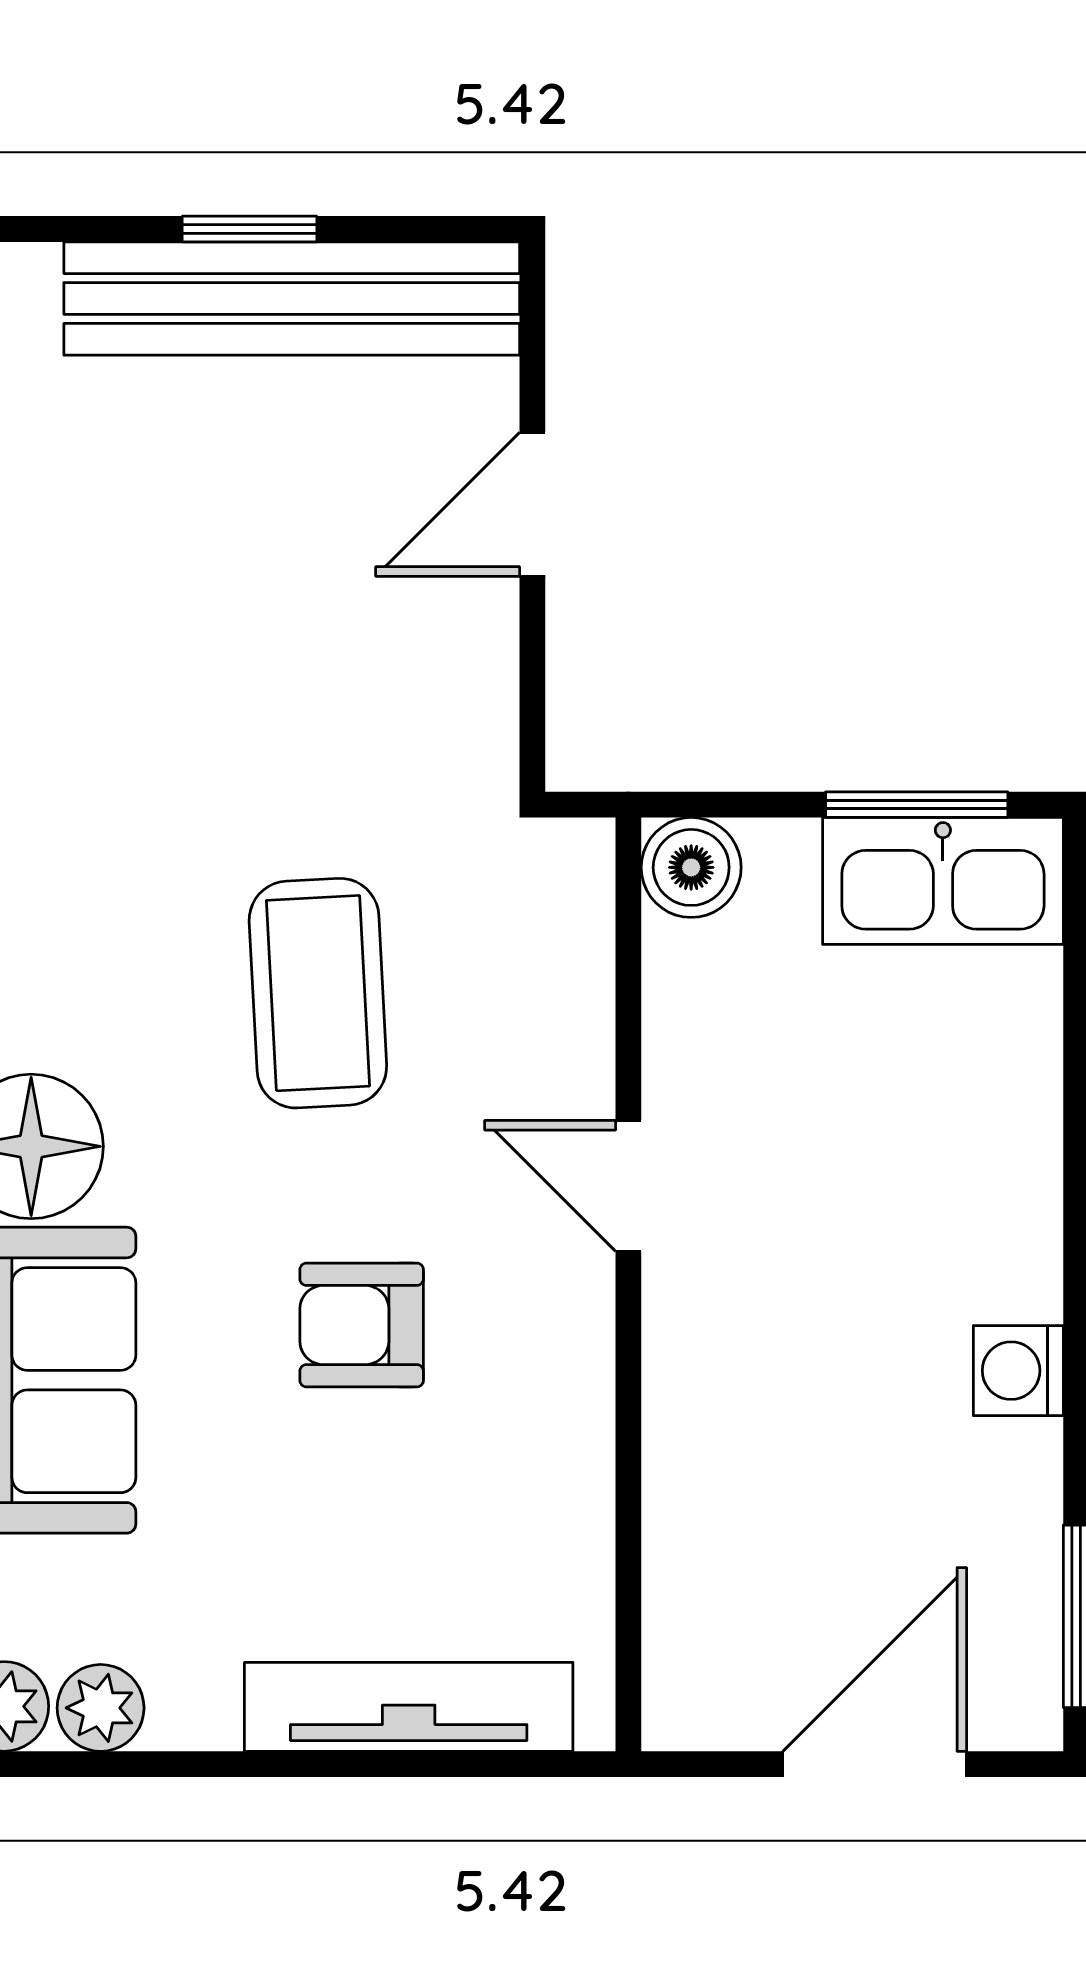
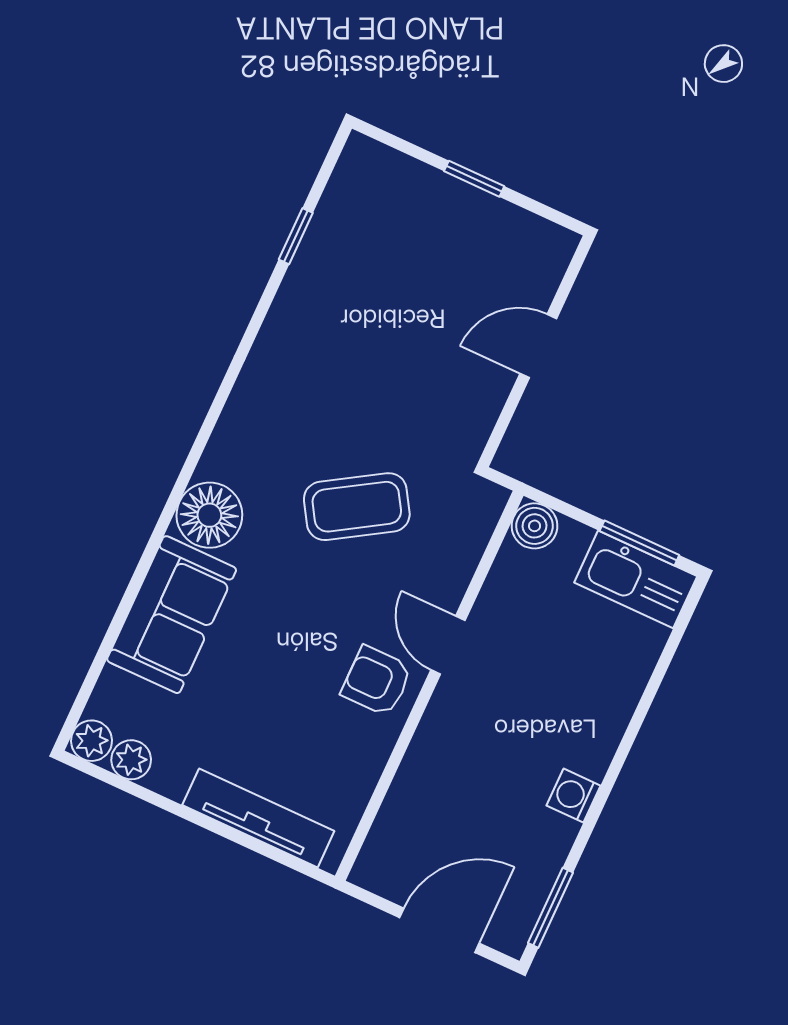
bench: (292, 298) -> (478, 215), removed
coffee table: (318, 993) -> (357, 507), turned 61
armchair: (362, 1325) -> (377, 681), moved

